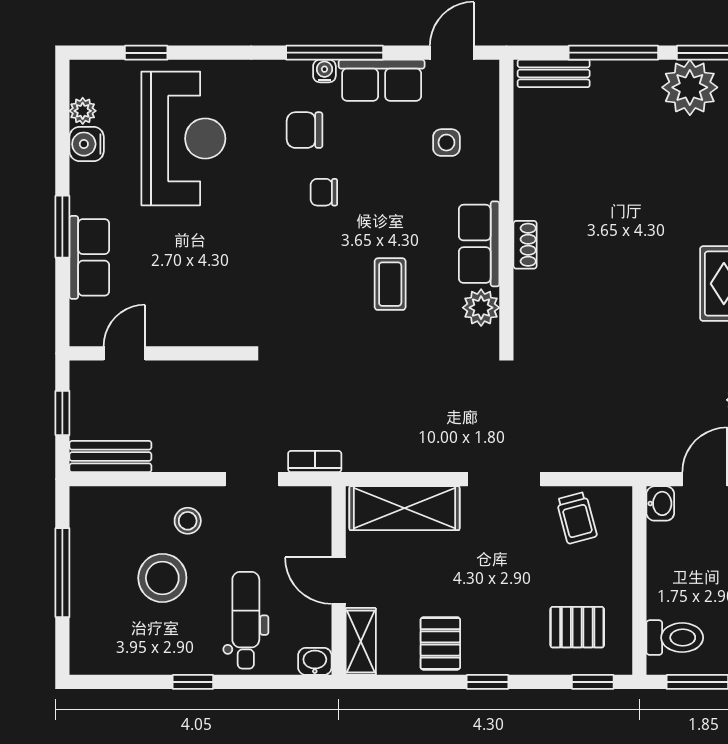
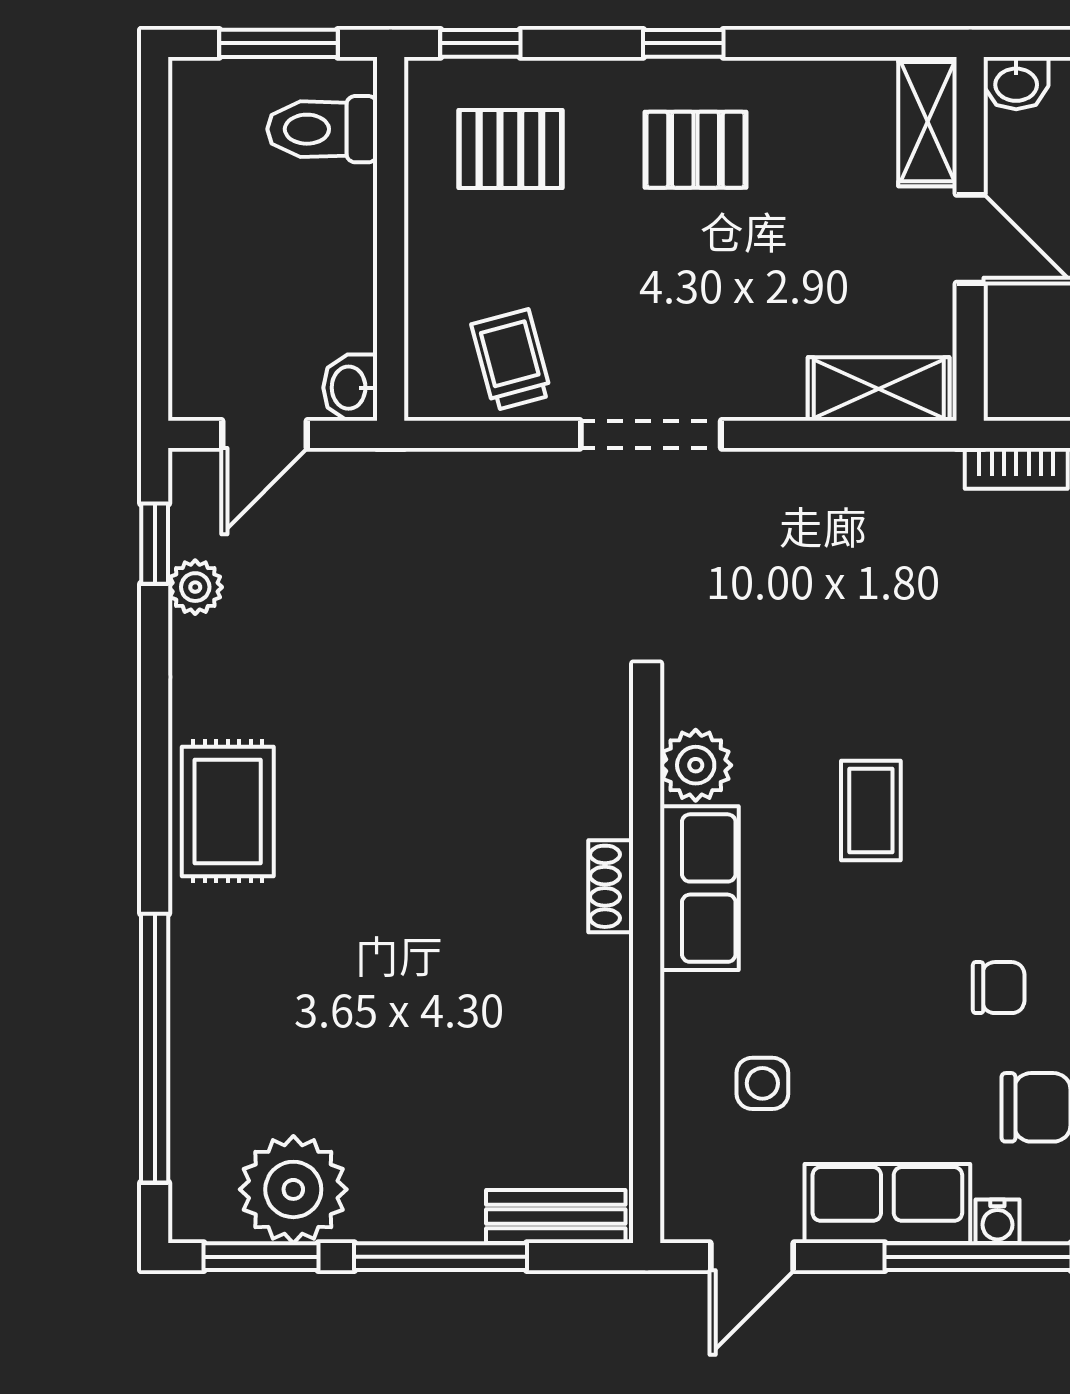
shelving: (404, 508) -> (879, 389), width x0.67, depth x0.75
pallet: (440, 643) -> (695, 150), moved, turned 90

